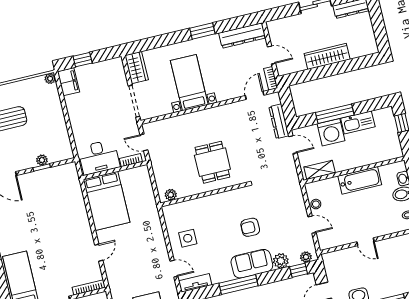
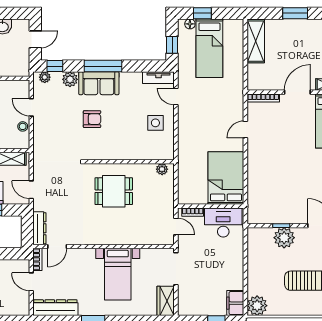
plant: (50, 79) -> (257, 306), width x1.87, depth x1.87
dresser: (279, 121) -> (39, 228), moved
plant: (42, 160) -> (284, 238), width x1.87, depth x1.87
dining table: (212, 162) -> (114, 191), turned 90
window: (238, 285) -> (103, 66), moved

